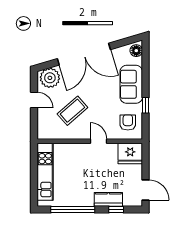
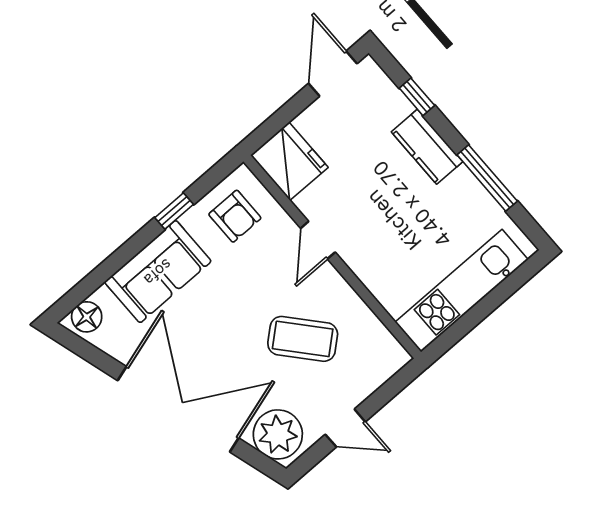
door: (34, 100) -> (345, 428), swing flipped
armchair: (128, 122) -> (235, 216), turned -90
kitchen counter: (108, 199) -> (427, 147), moved
window: (73, 209) -> (487, 178), width x0.68

